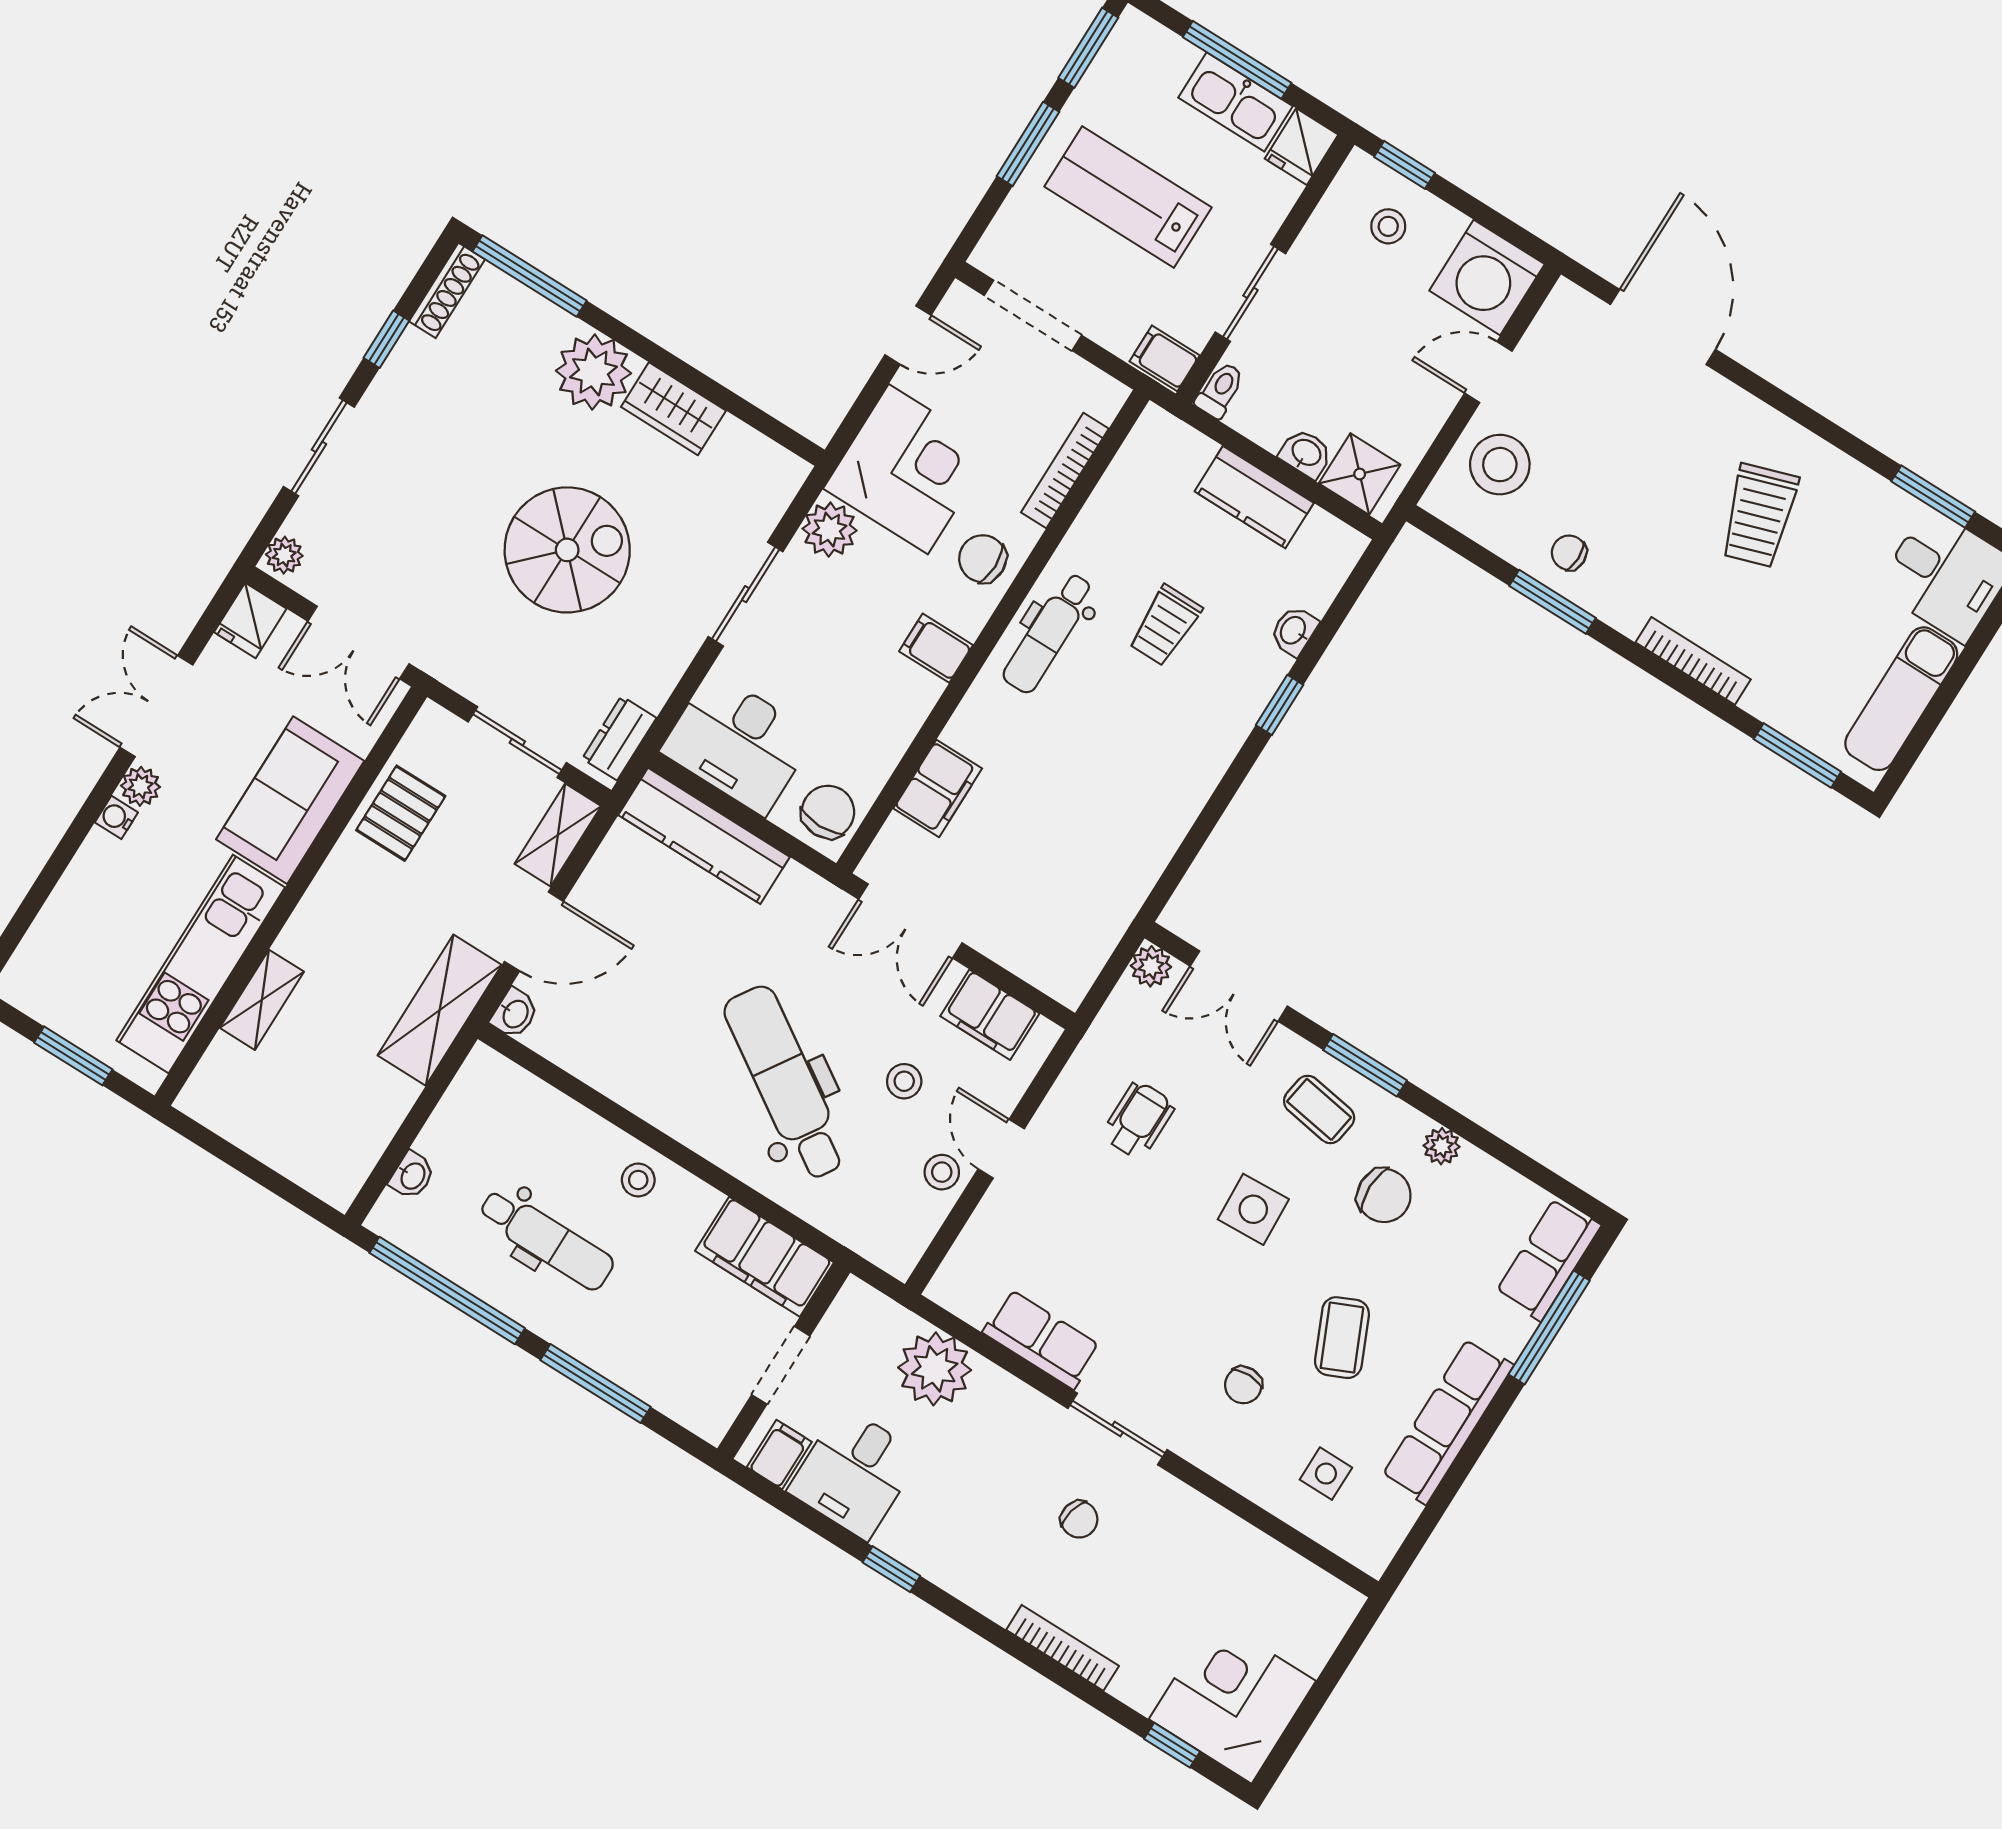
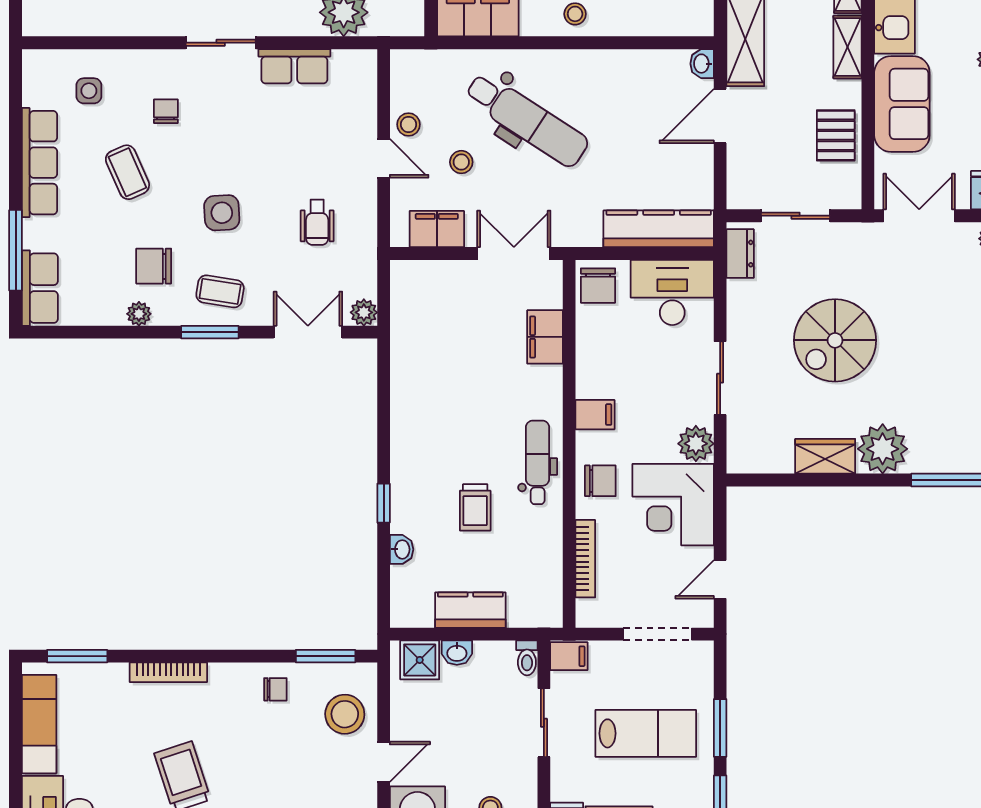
window: (1552, 602) -> (326, 656), moved
trolley: (1165, 626) -> (475, 507), turned 180
shelving: (558, 835) -> (848, 47), moved

